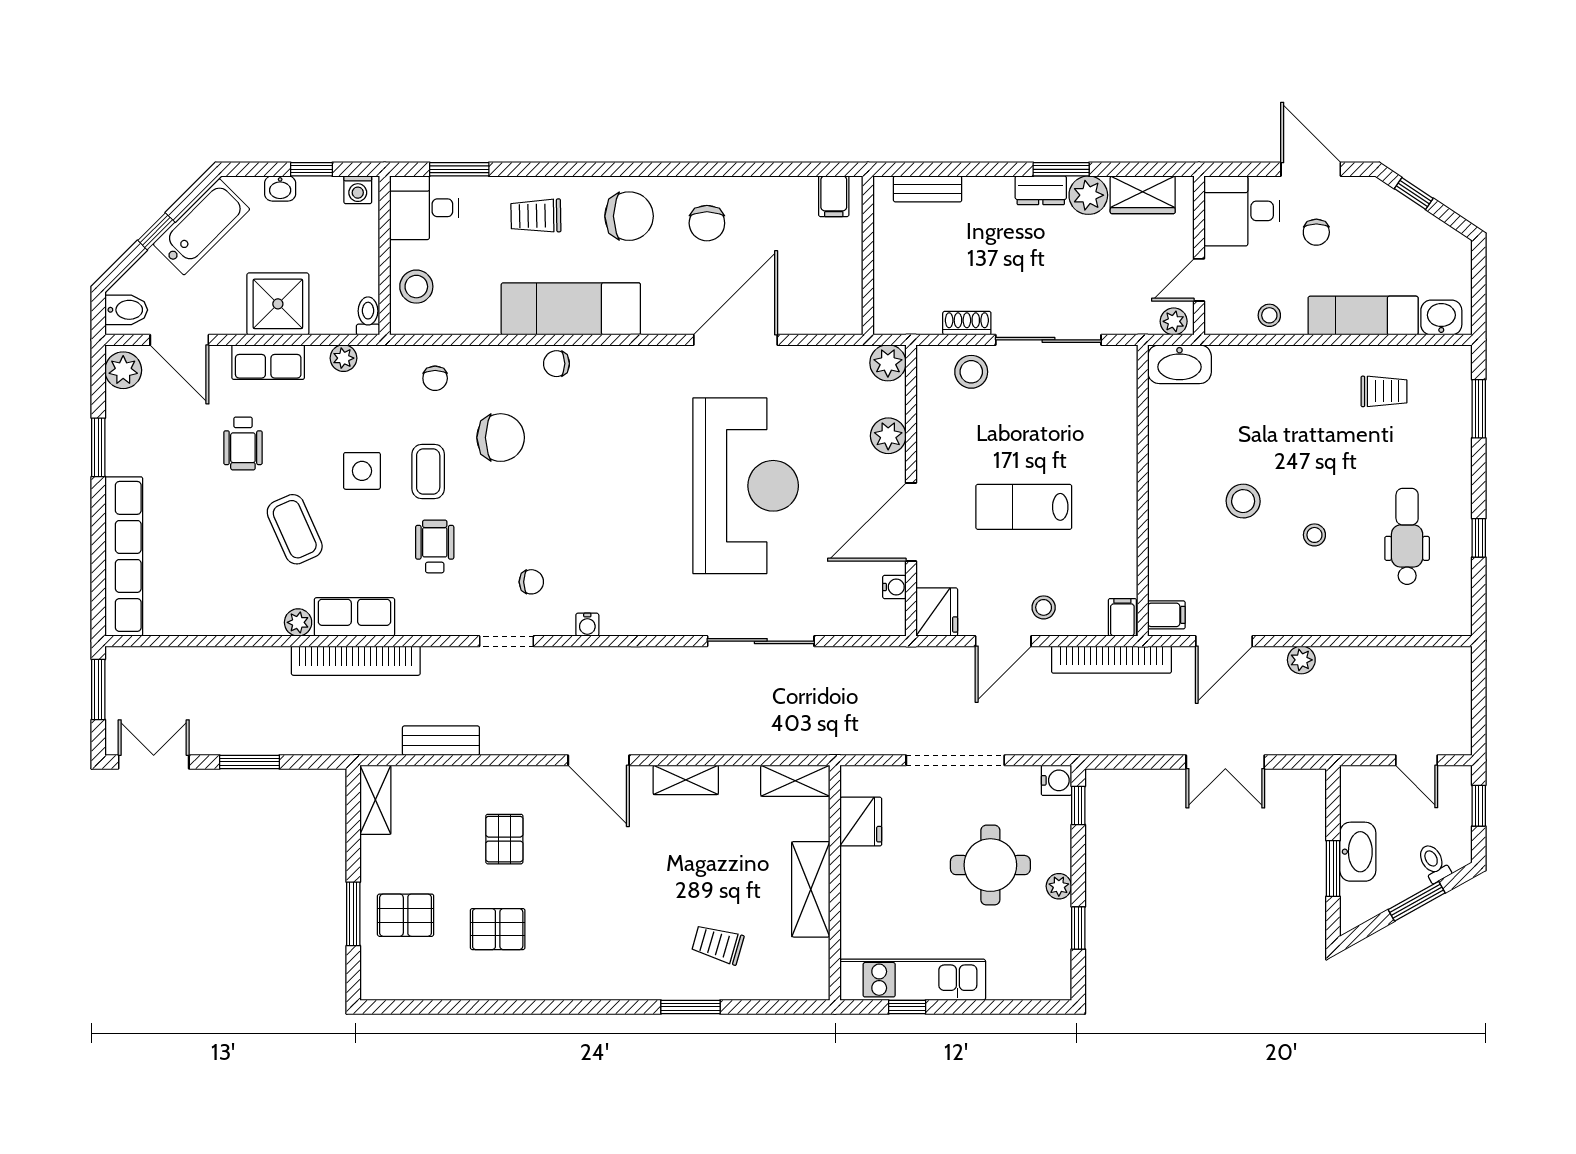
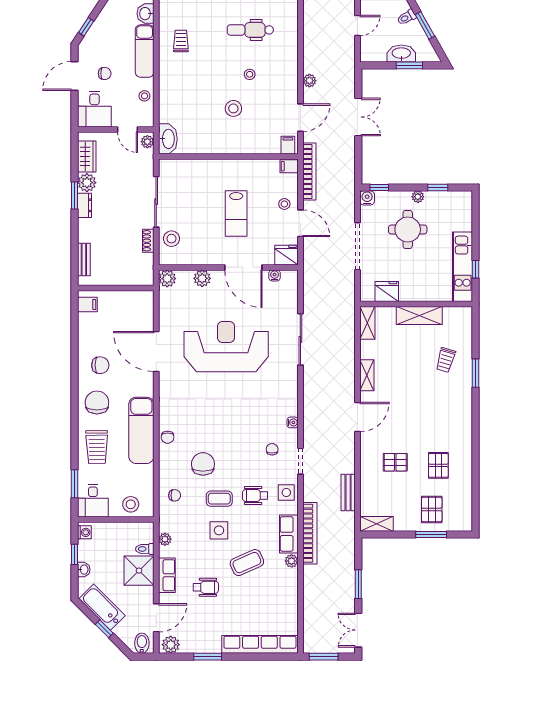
trolley: (536, 216) -> (97, 447), width x1.36, depth x1.39
toilet: (368, 316) -> (145, 549), moved
side table: (441, 612) -> (286, 493), added
door: (1224, 641) -> (300, 118), hinge flipped

